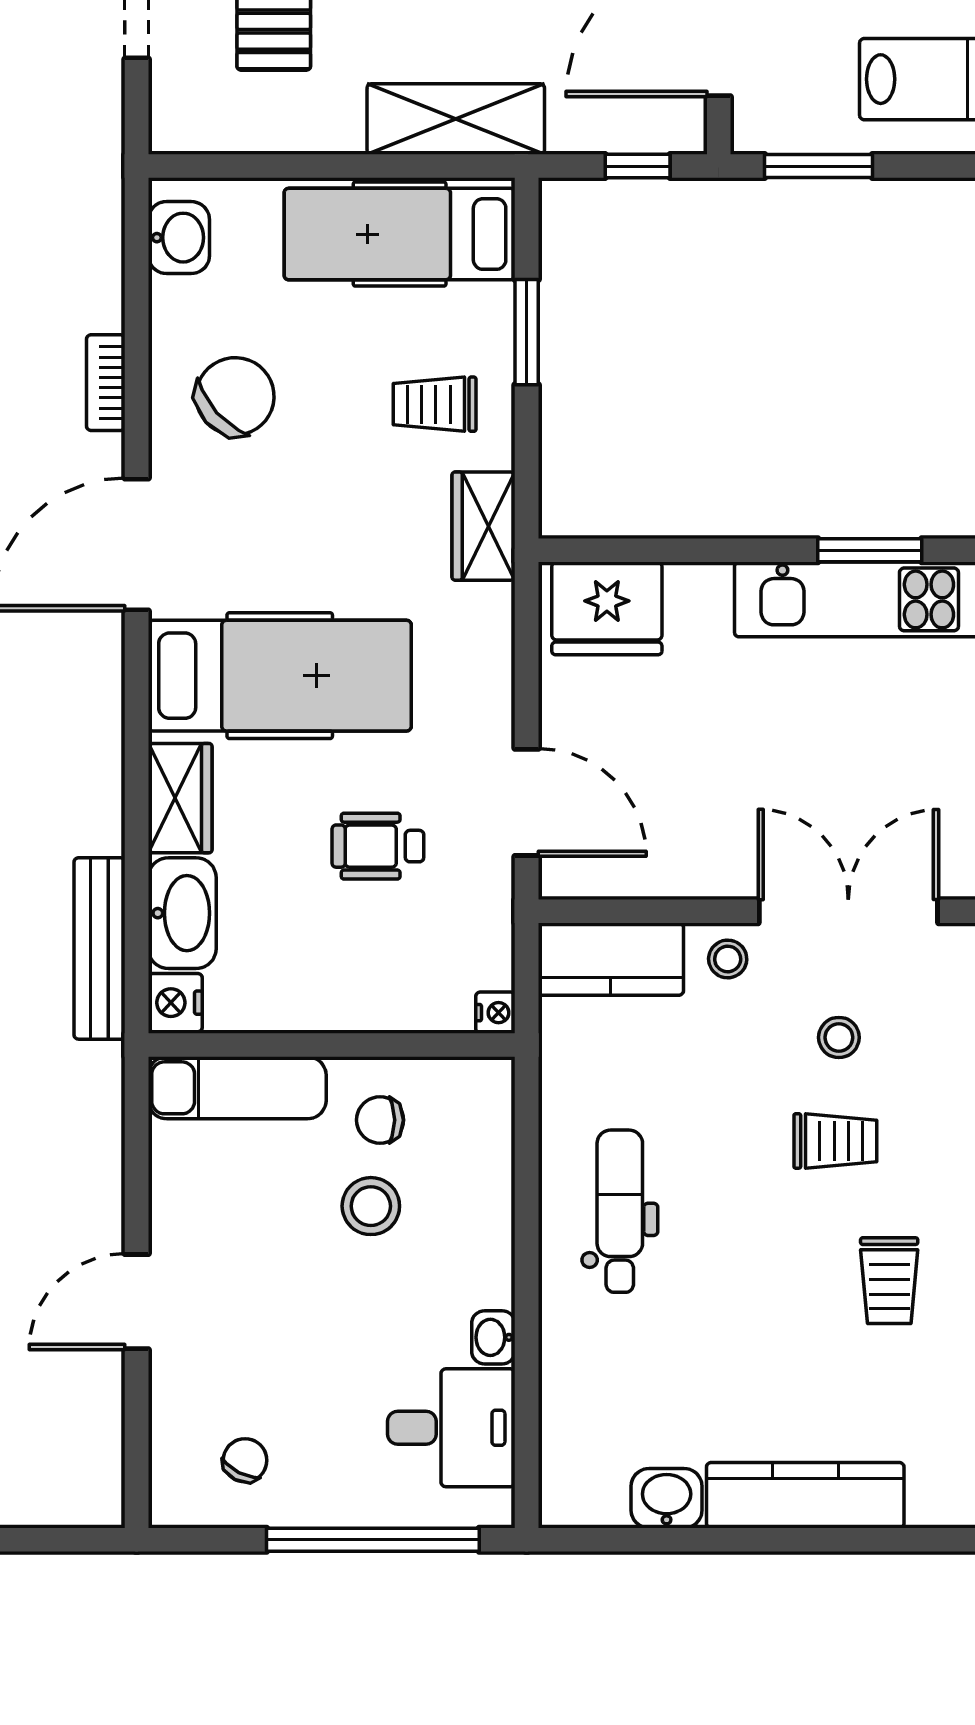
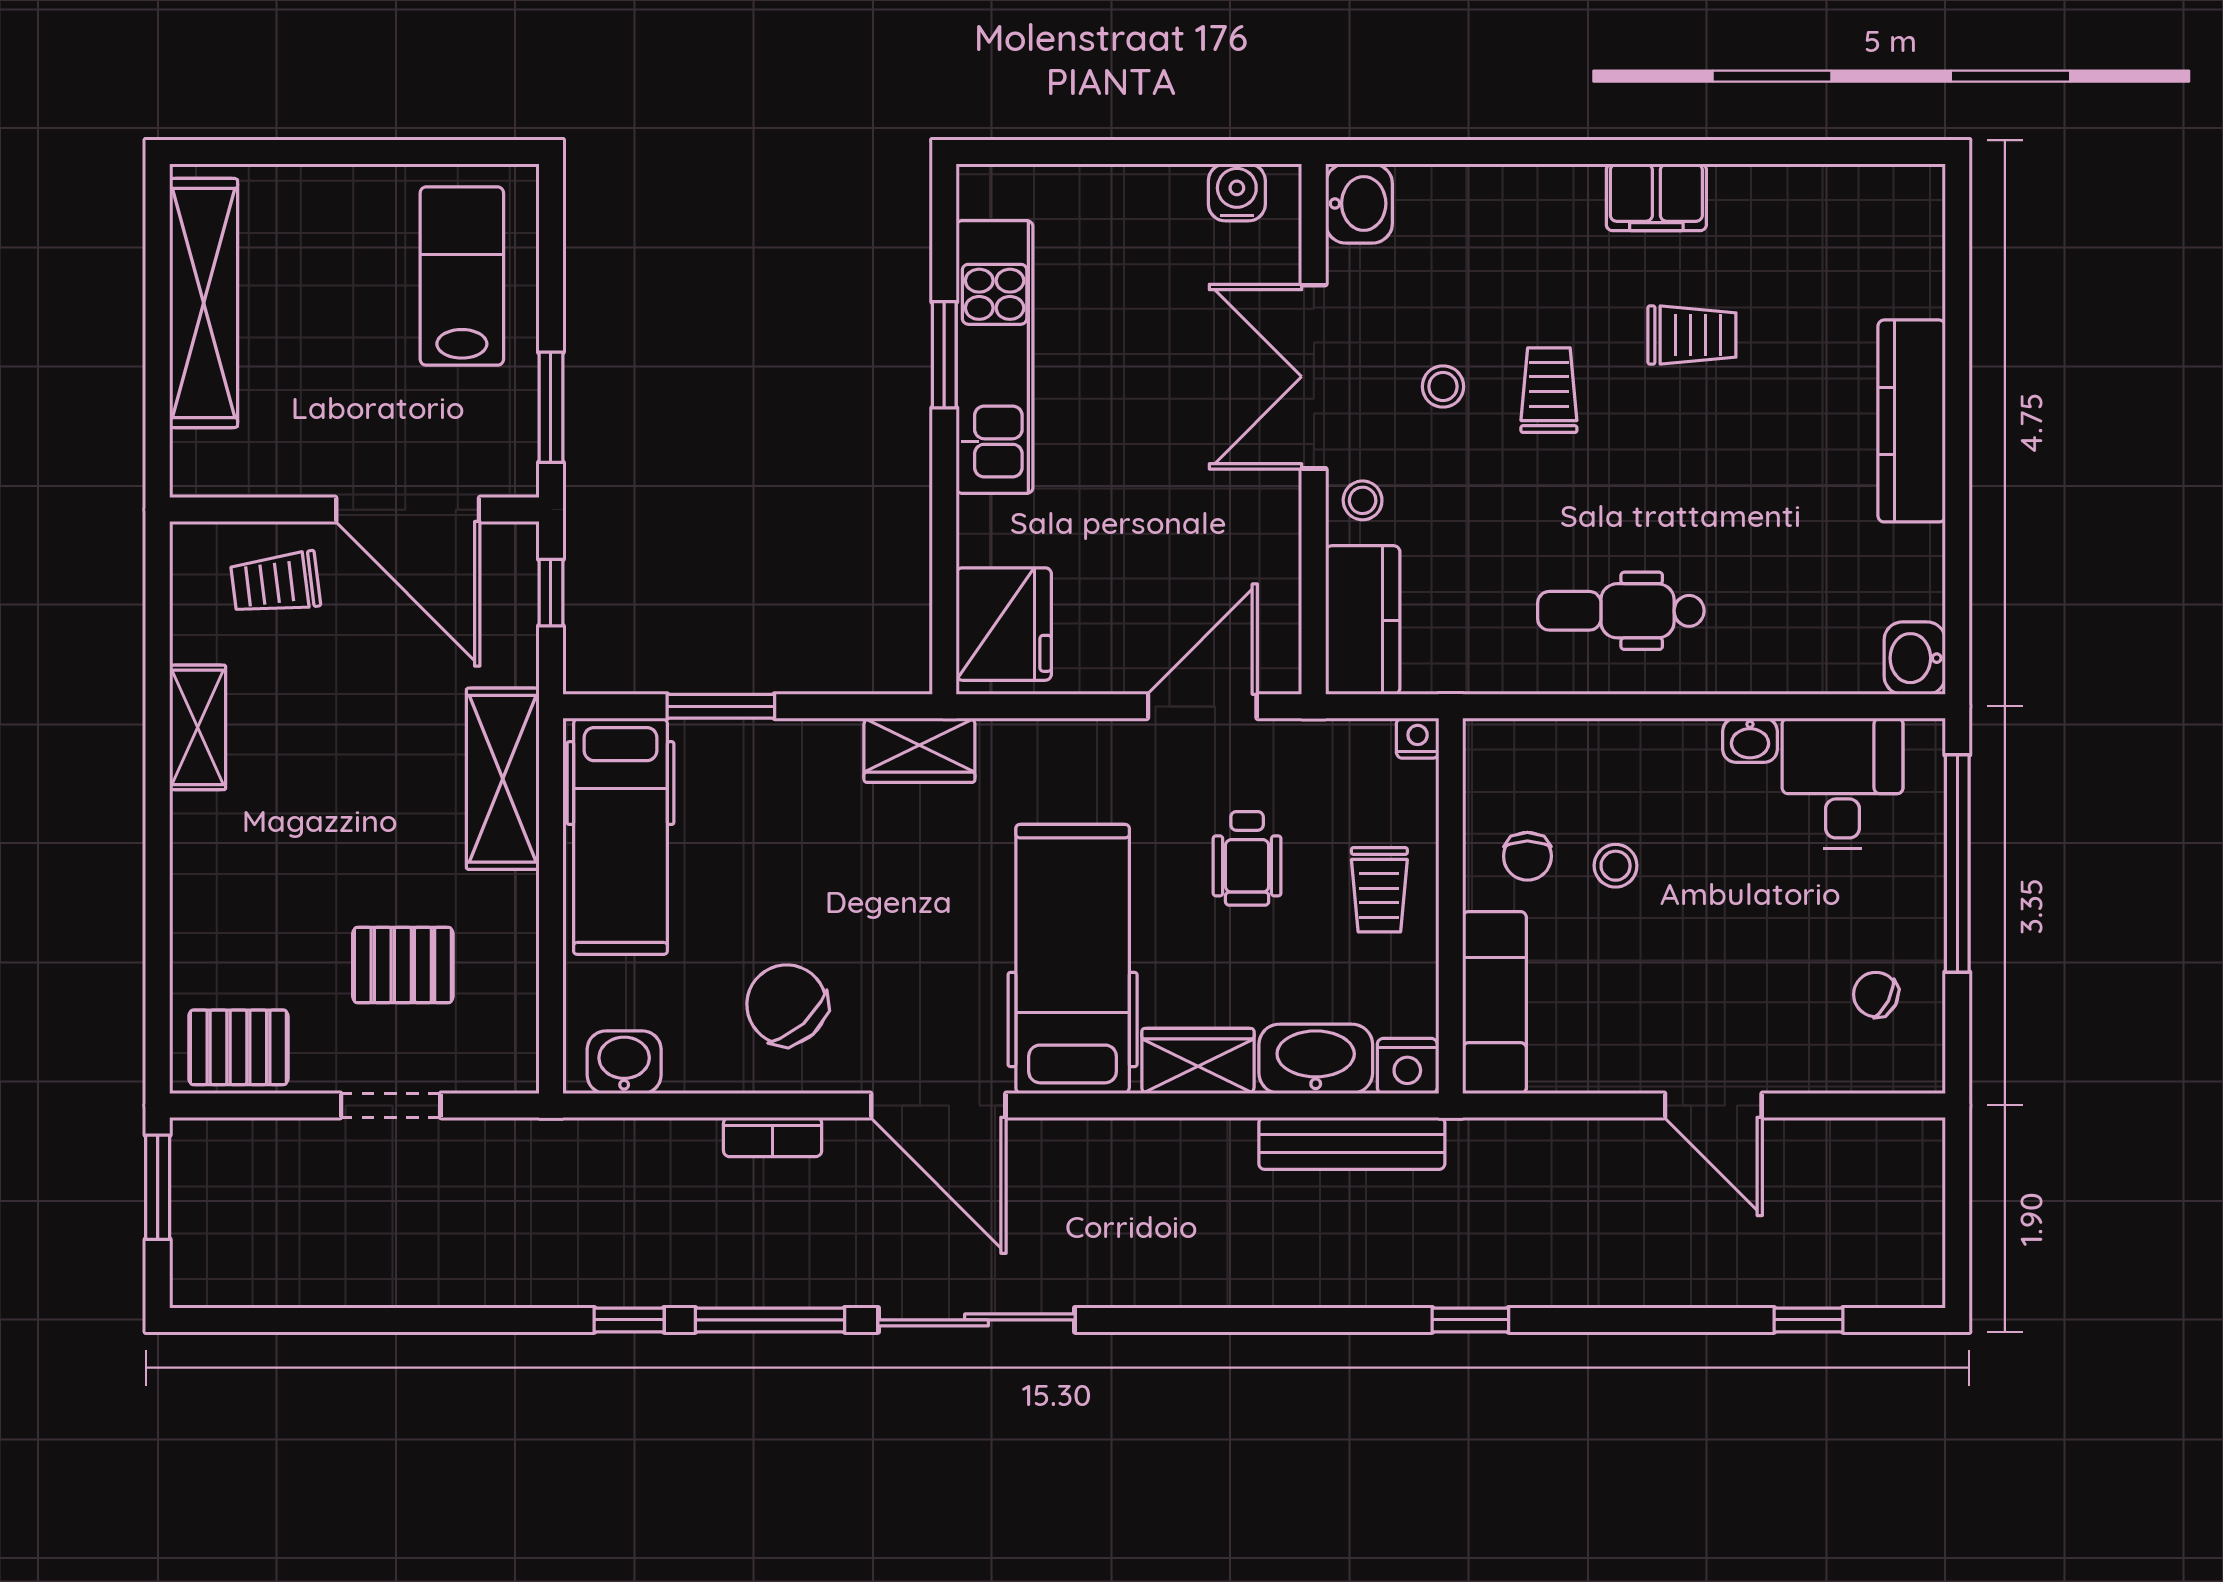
trolley: (435, 404) -> (1379, 890), moved
stool: (371, 1206) -> (1616, 866), width x0.73, depth x0.73
washbasin: (667, 1498) -> (1915, 658), moved

